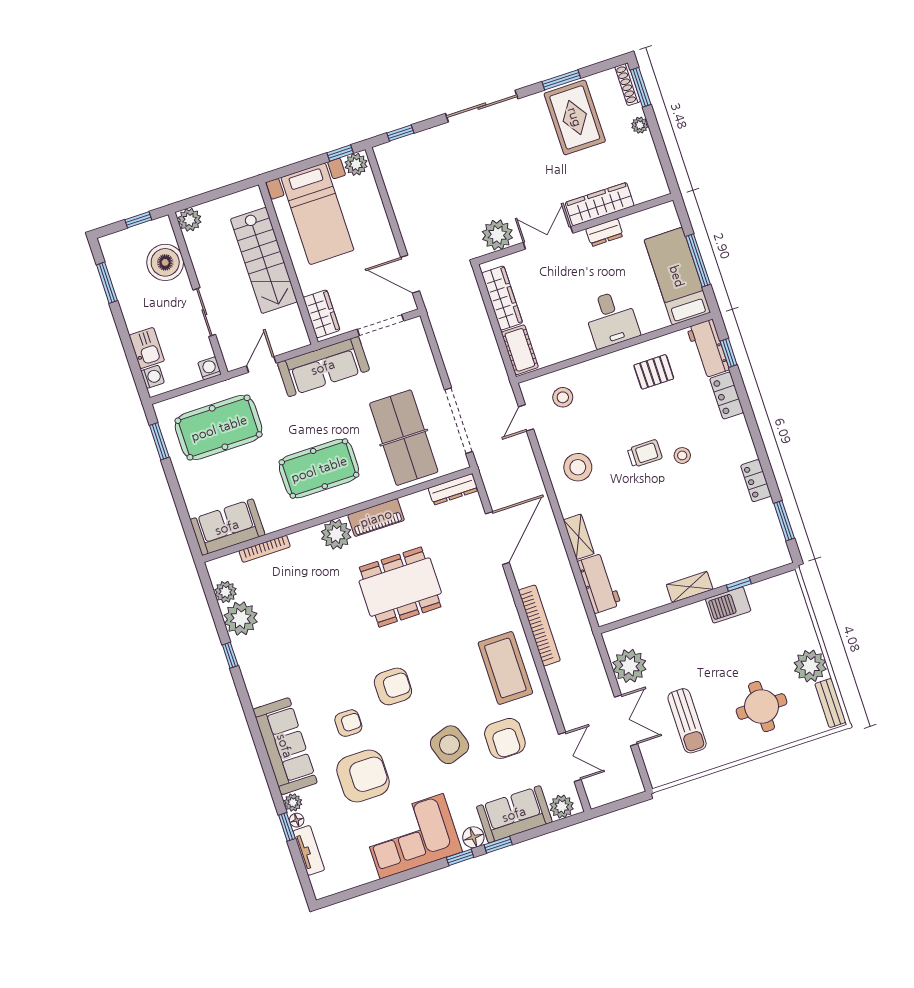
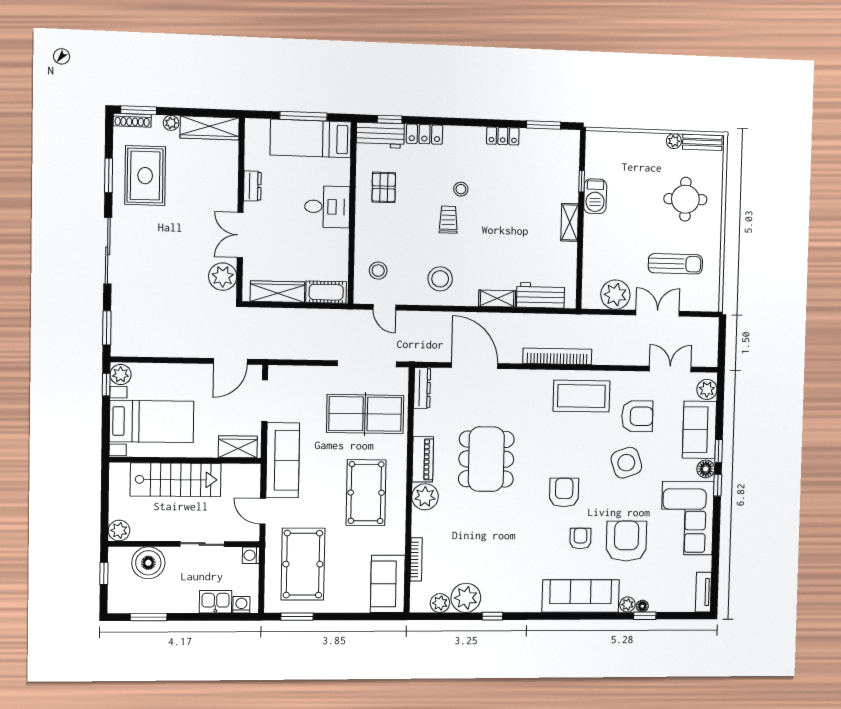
rug: (575, 117) -> (145, 176), turned 90
window: (400, 133) -> (107, 328), width x1.50
wardrobe: (600, 204) -> (210, 128), moved, turned -90
plant: (810, 666) -> (674, 141), width x0.53, depth x0.53
tv unit: (309, 850) -> (703, 592), moved, turned -90

